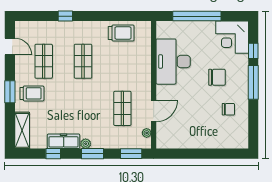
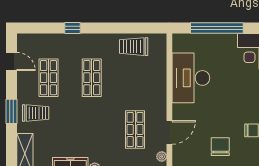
trolley: (121, 33) -> (134, 47), turned 180
chair: (217, 77) -> (220, 147), moved, turned -90

